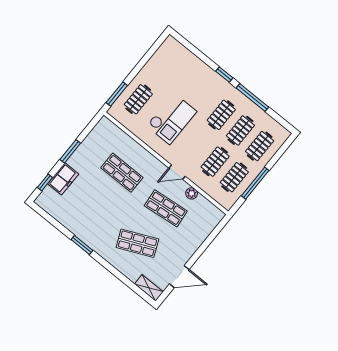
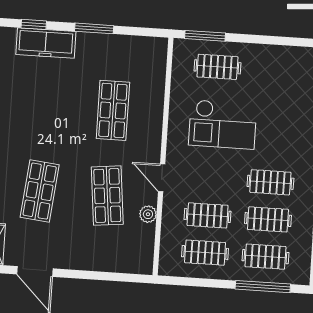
freezer: (63, 179) -> (46, 43), width x1.40
window: (255, 183) -> (263, 287), moved
shop shelf: (137, 243) -> (40, 191), turned 30

